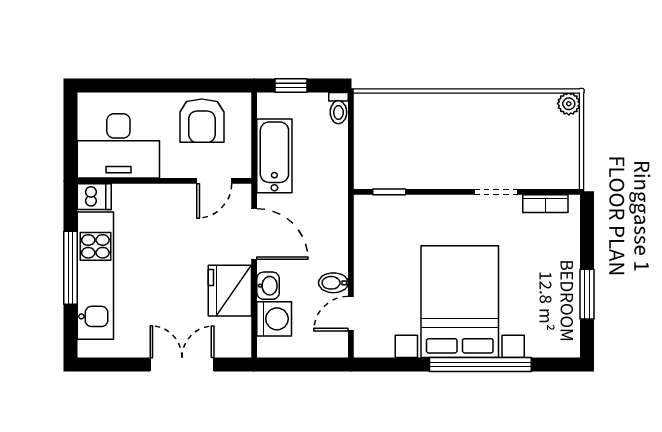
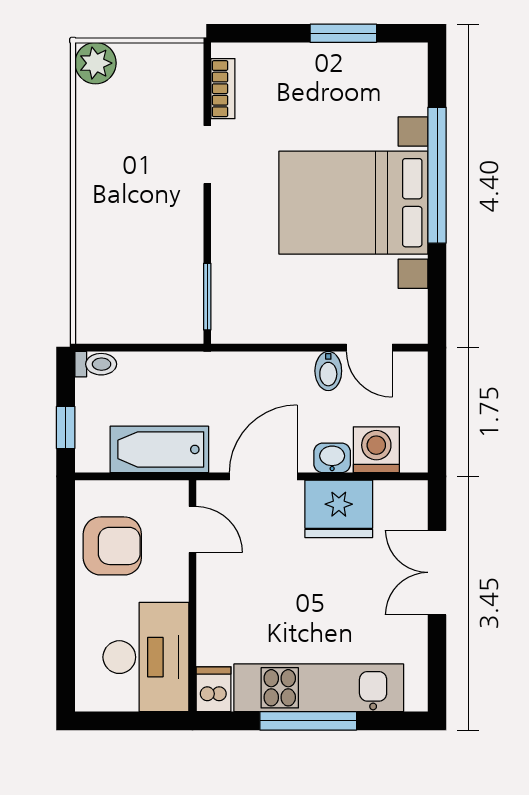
plant: (569, 104) -> (95, 63), width x1.38, depth x1.38
window: (389, 192) -> (207, 297), width x1.50

